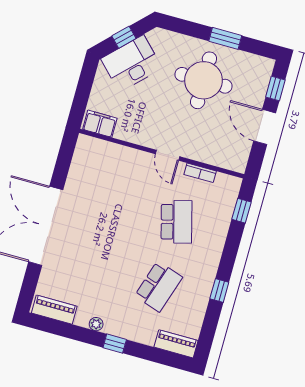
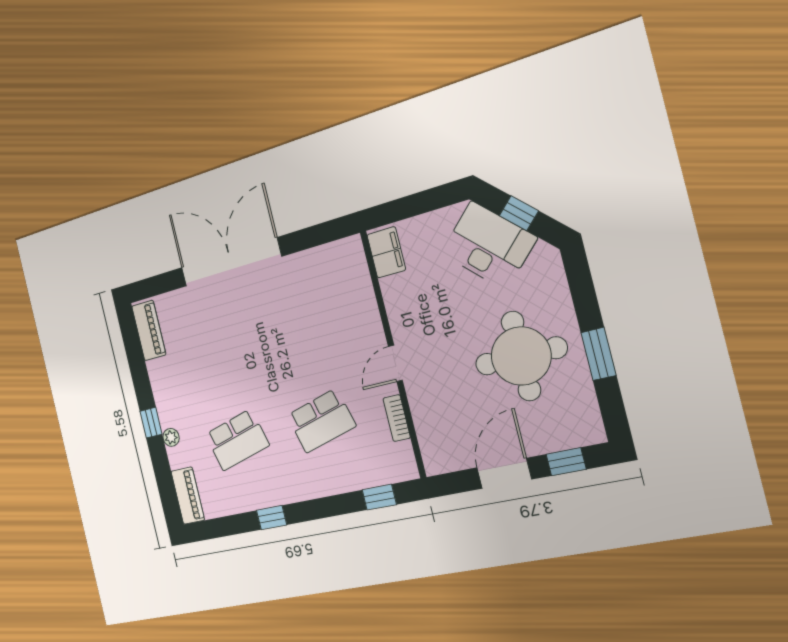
school desk: (159, 286) -> (237, 440), turned -33
plant: (96, 324) -> (171, 437), moved

